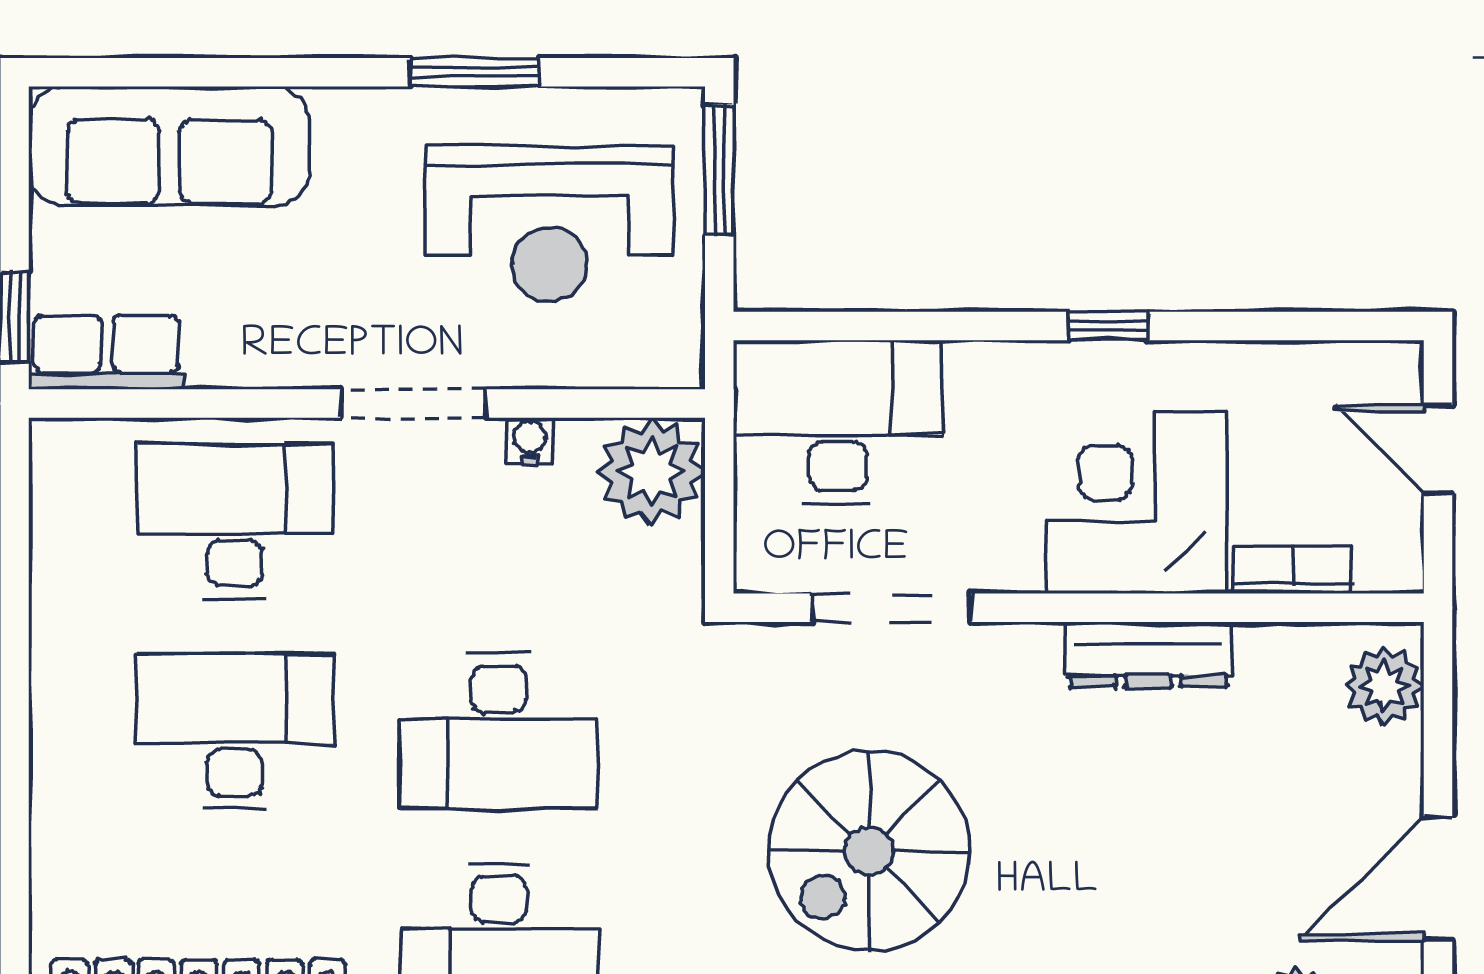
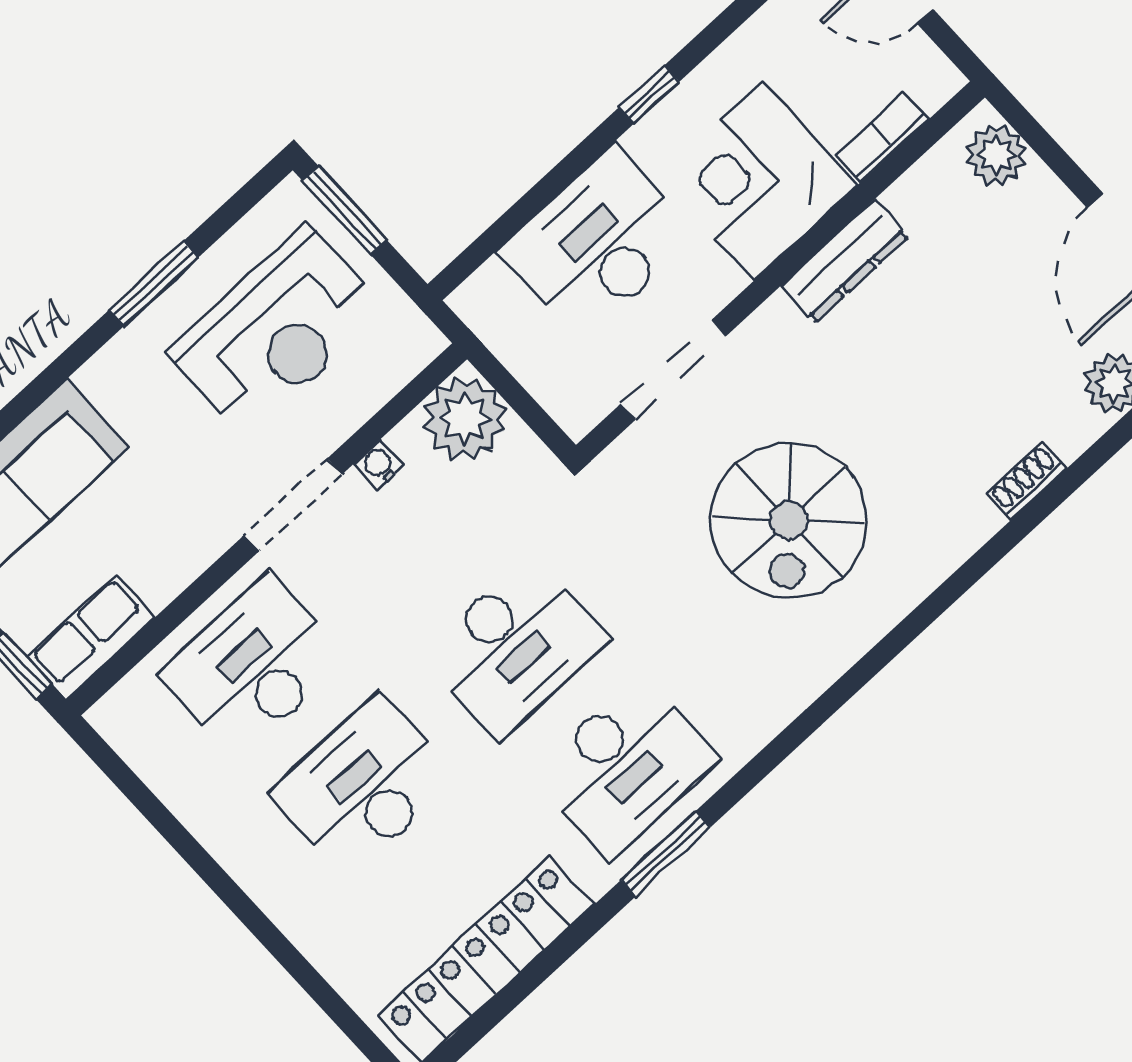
desk: (837, 422) -> (598, 243), moved

